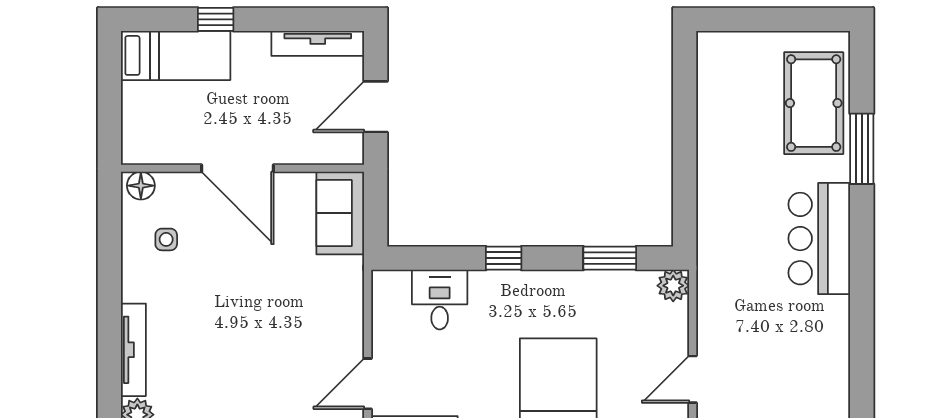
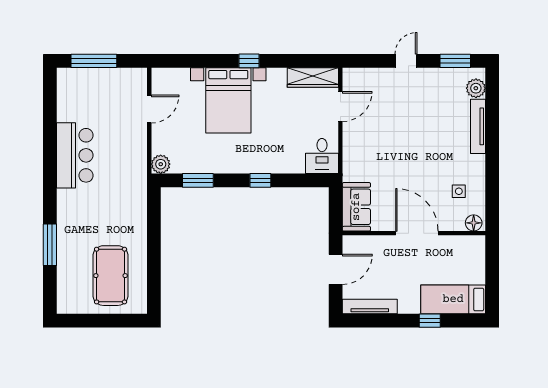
pool table: (814, 103) -> (111, 276), moved
bar counter: (819, 239) -> (75, 155), moved
desk: (440, 299) -> (322, 156), moved

